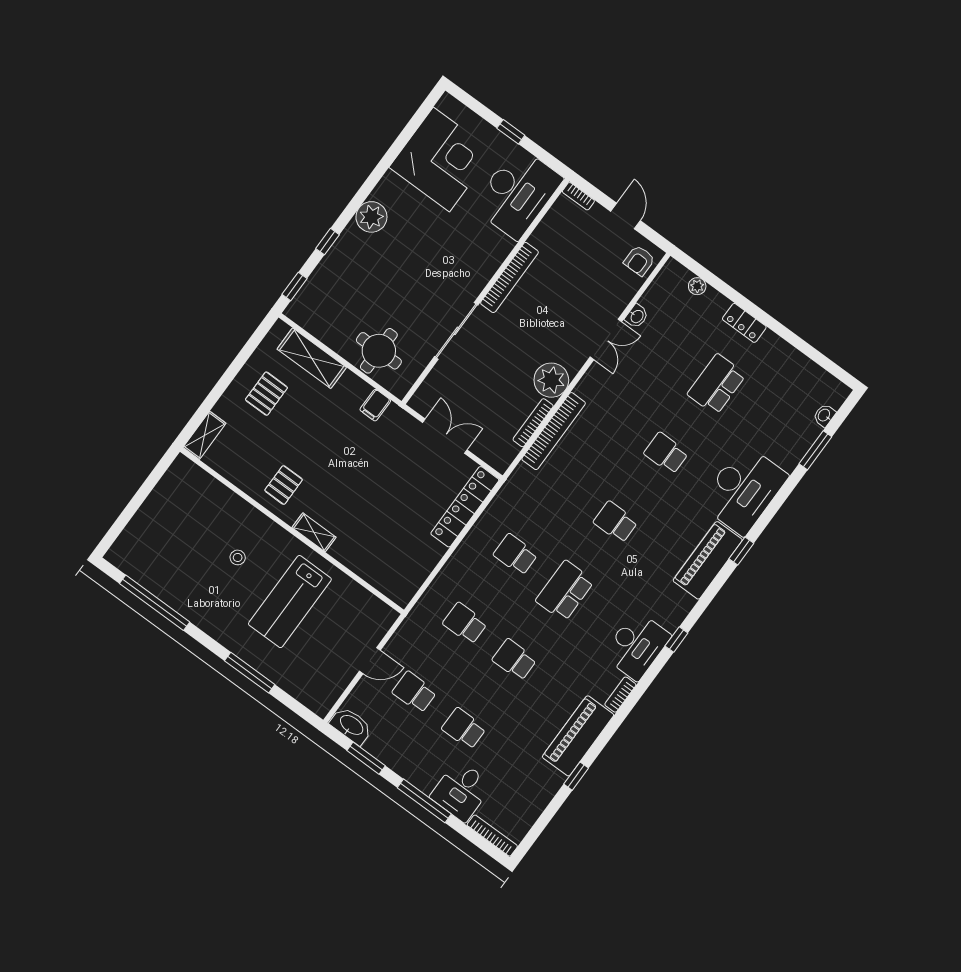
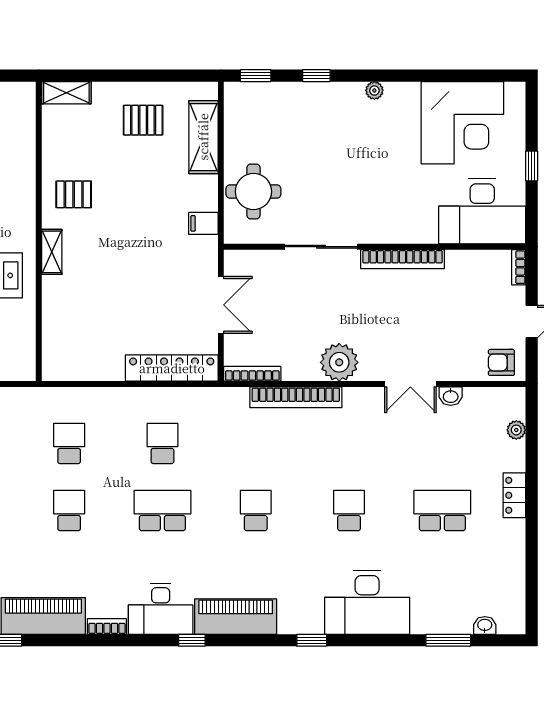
plant: (371, 217) -> (374, 90), width x0.53, depth x0.53
bookcase: (533, 423) -> (252, 374), moved
piano: (708, 560) -> (236, 617), moved

